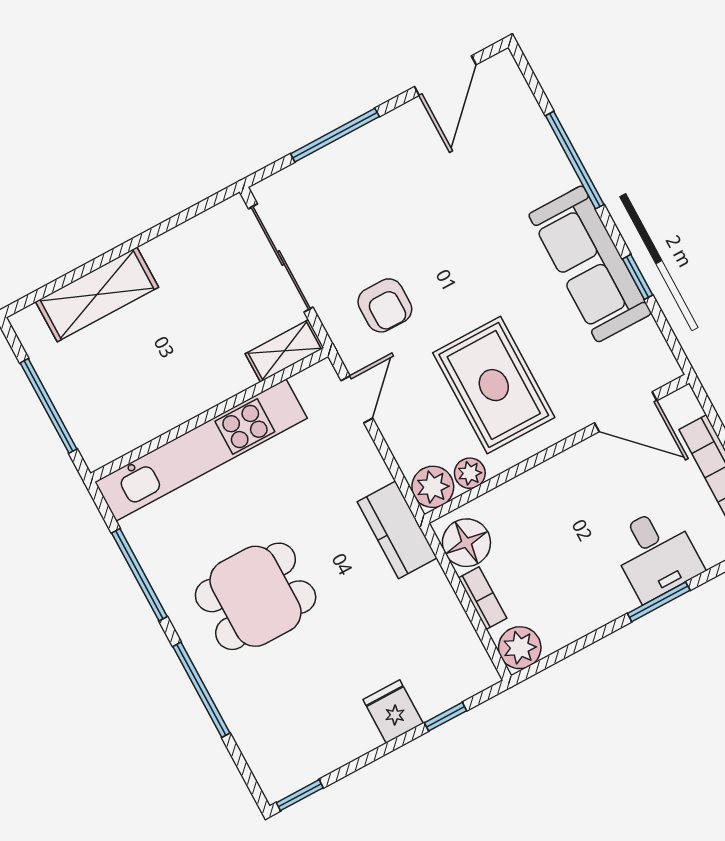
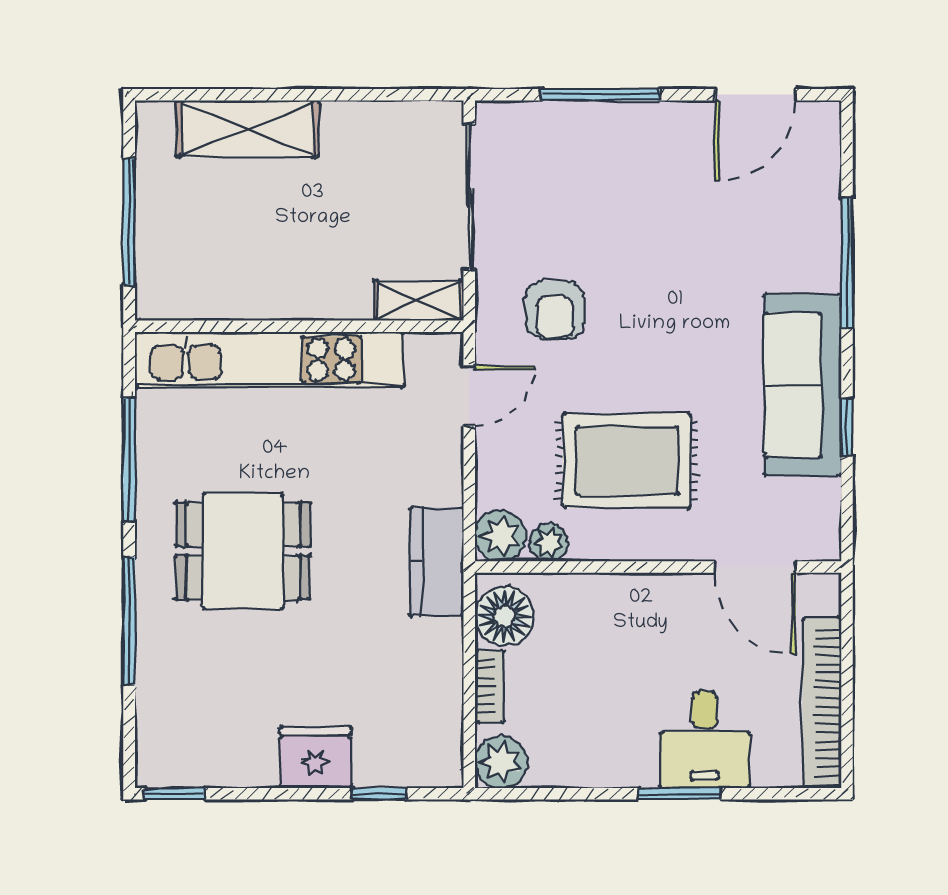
rug: (494, 385) -> (627, 461), turned 90
fridge: (393, 711) -> (315, 757), width x1.38

